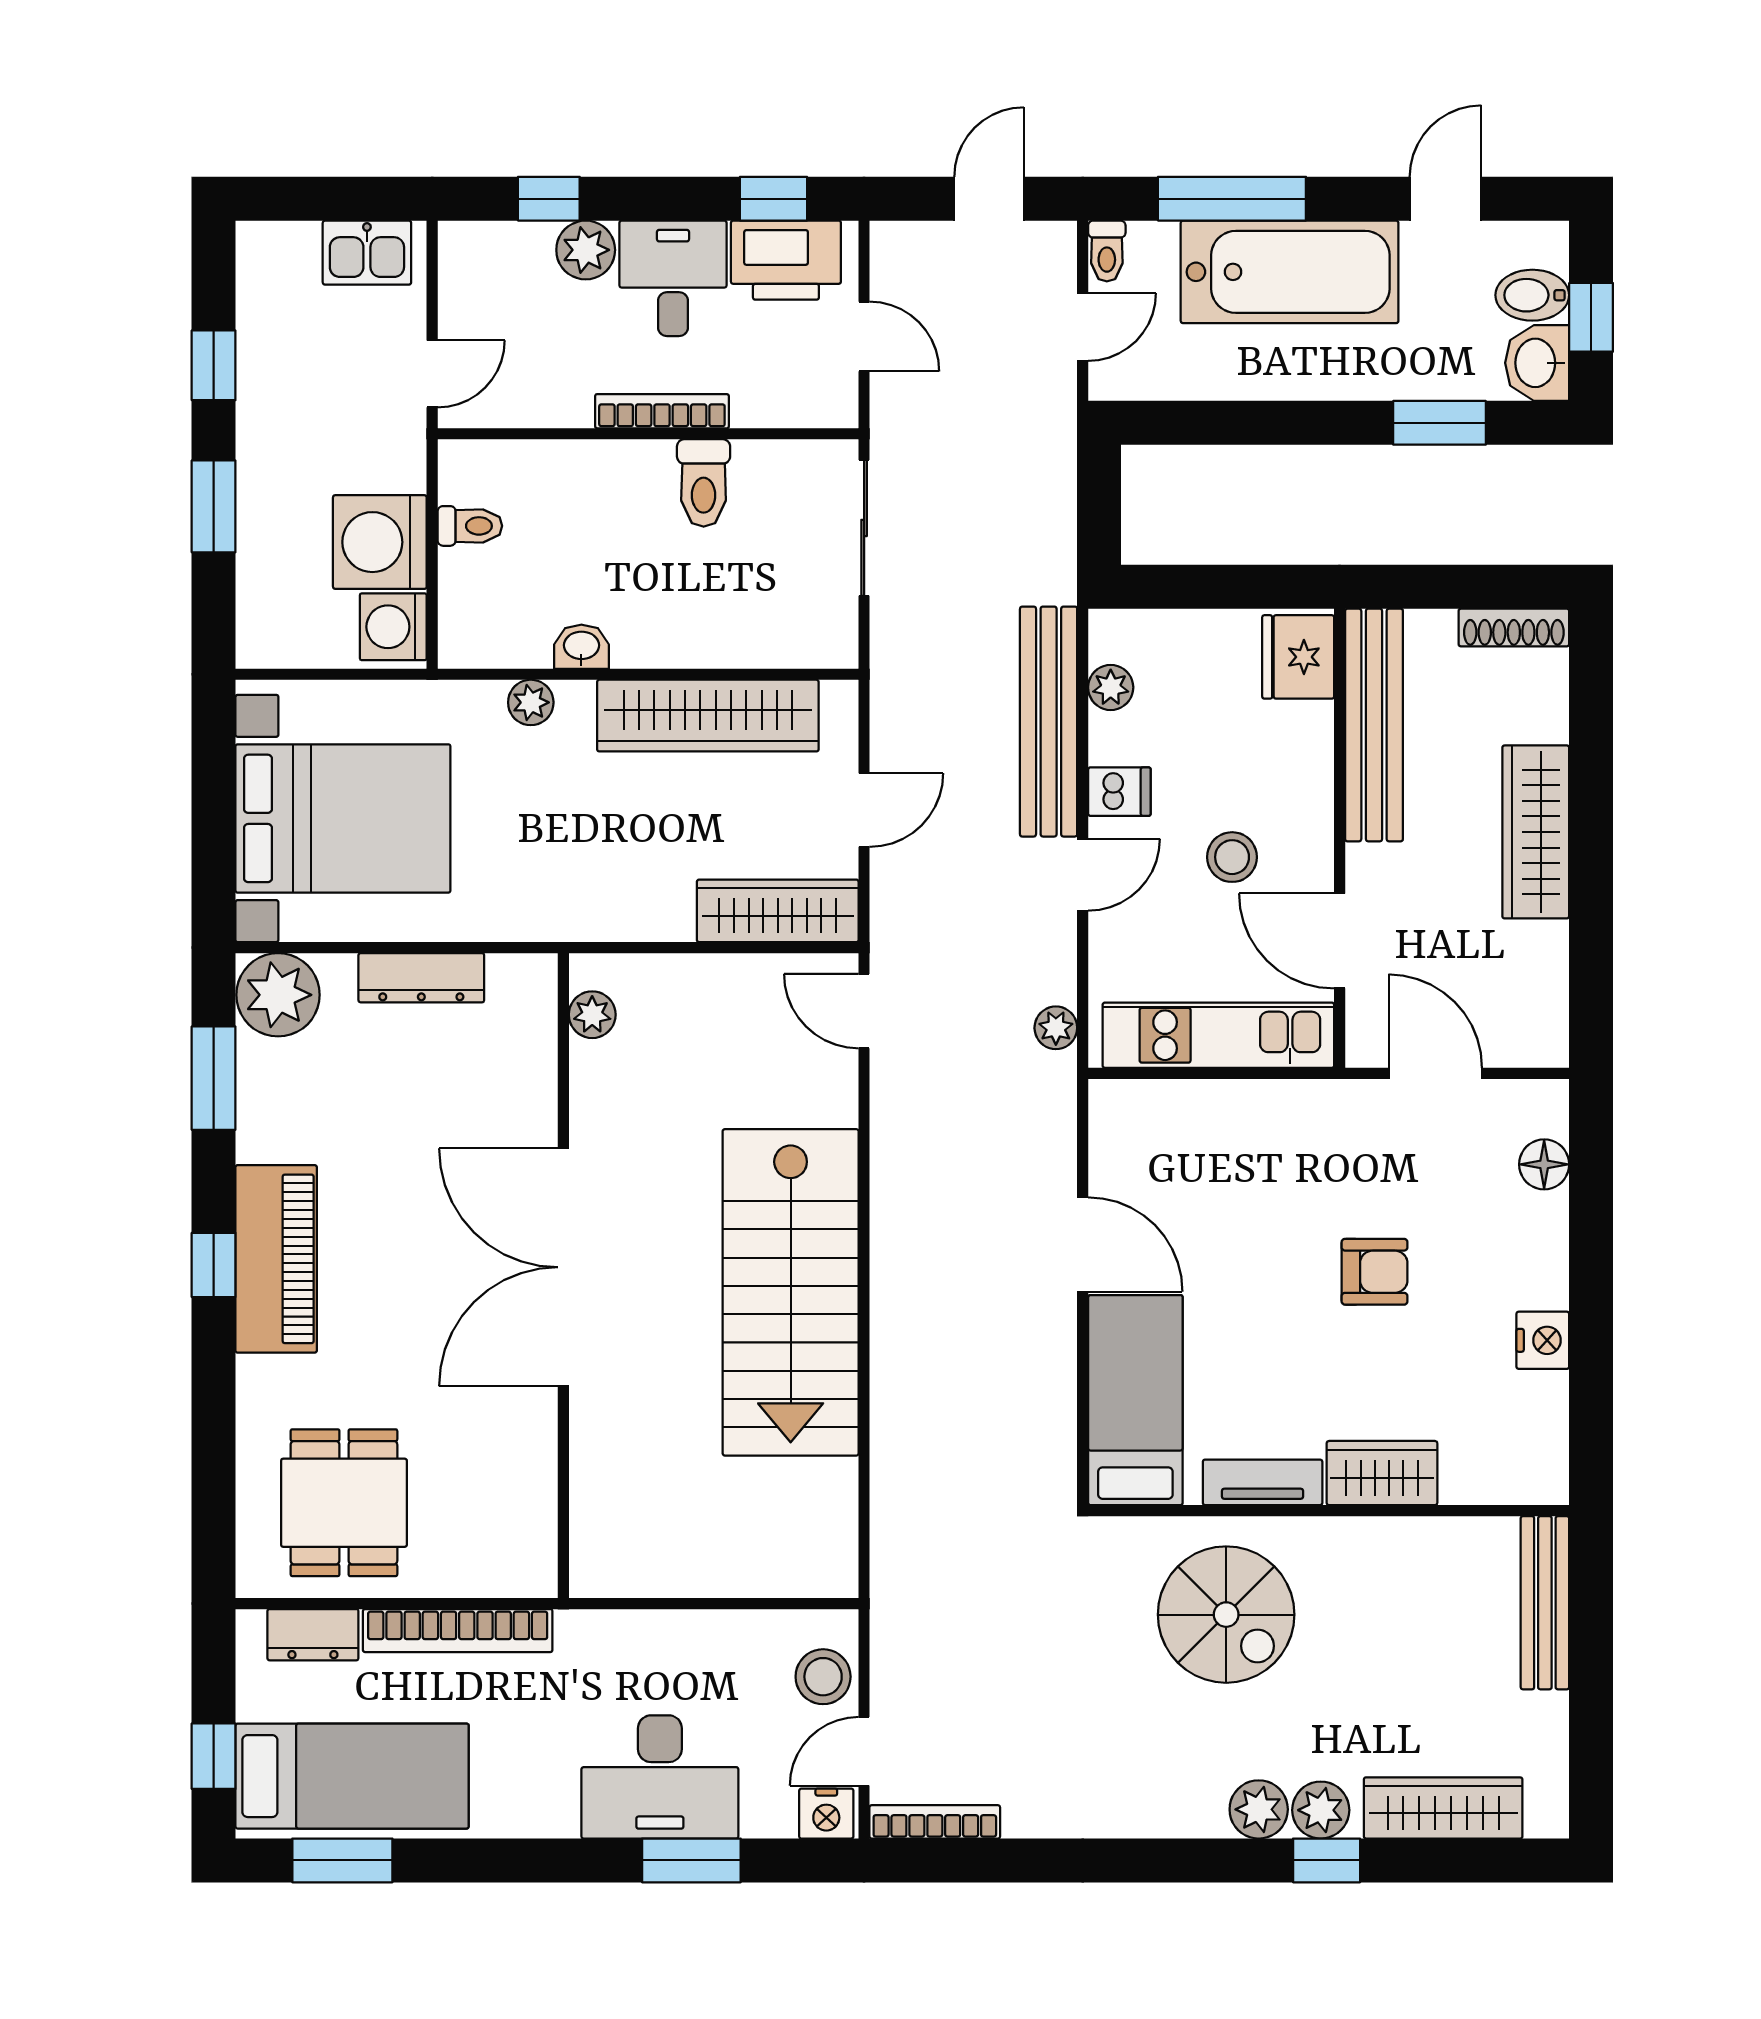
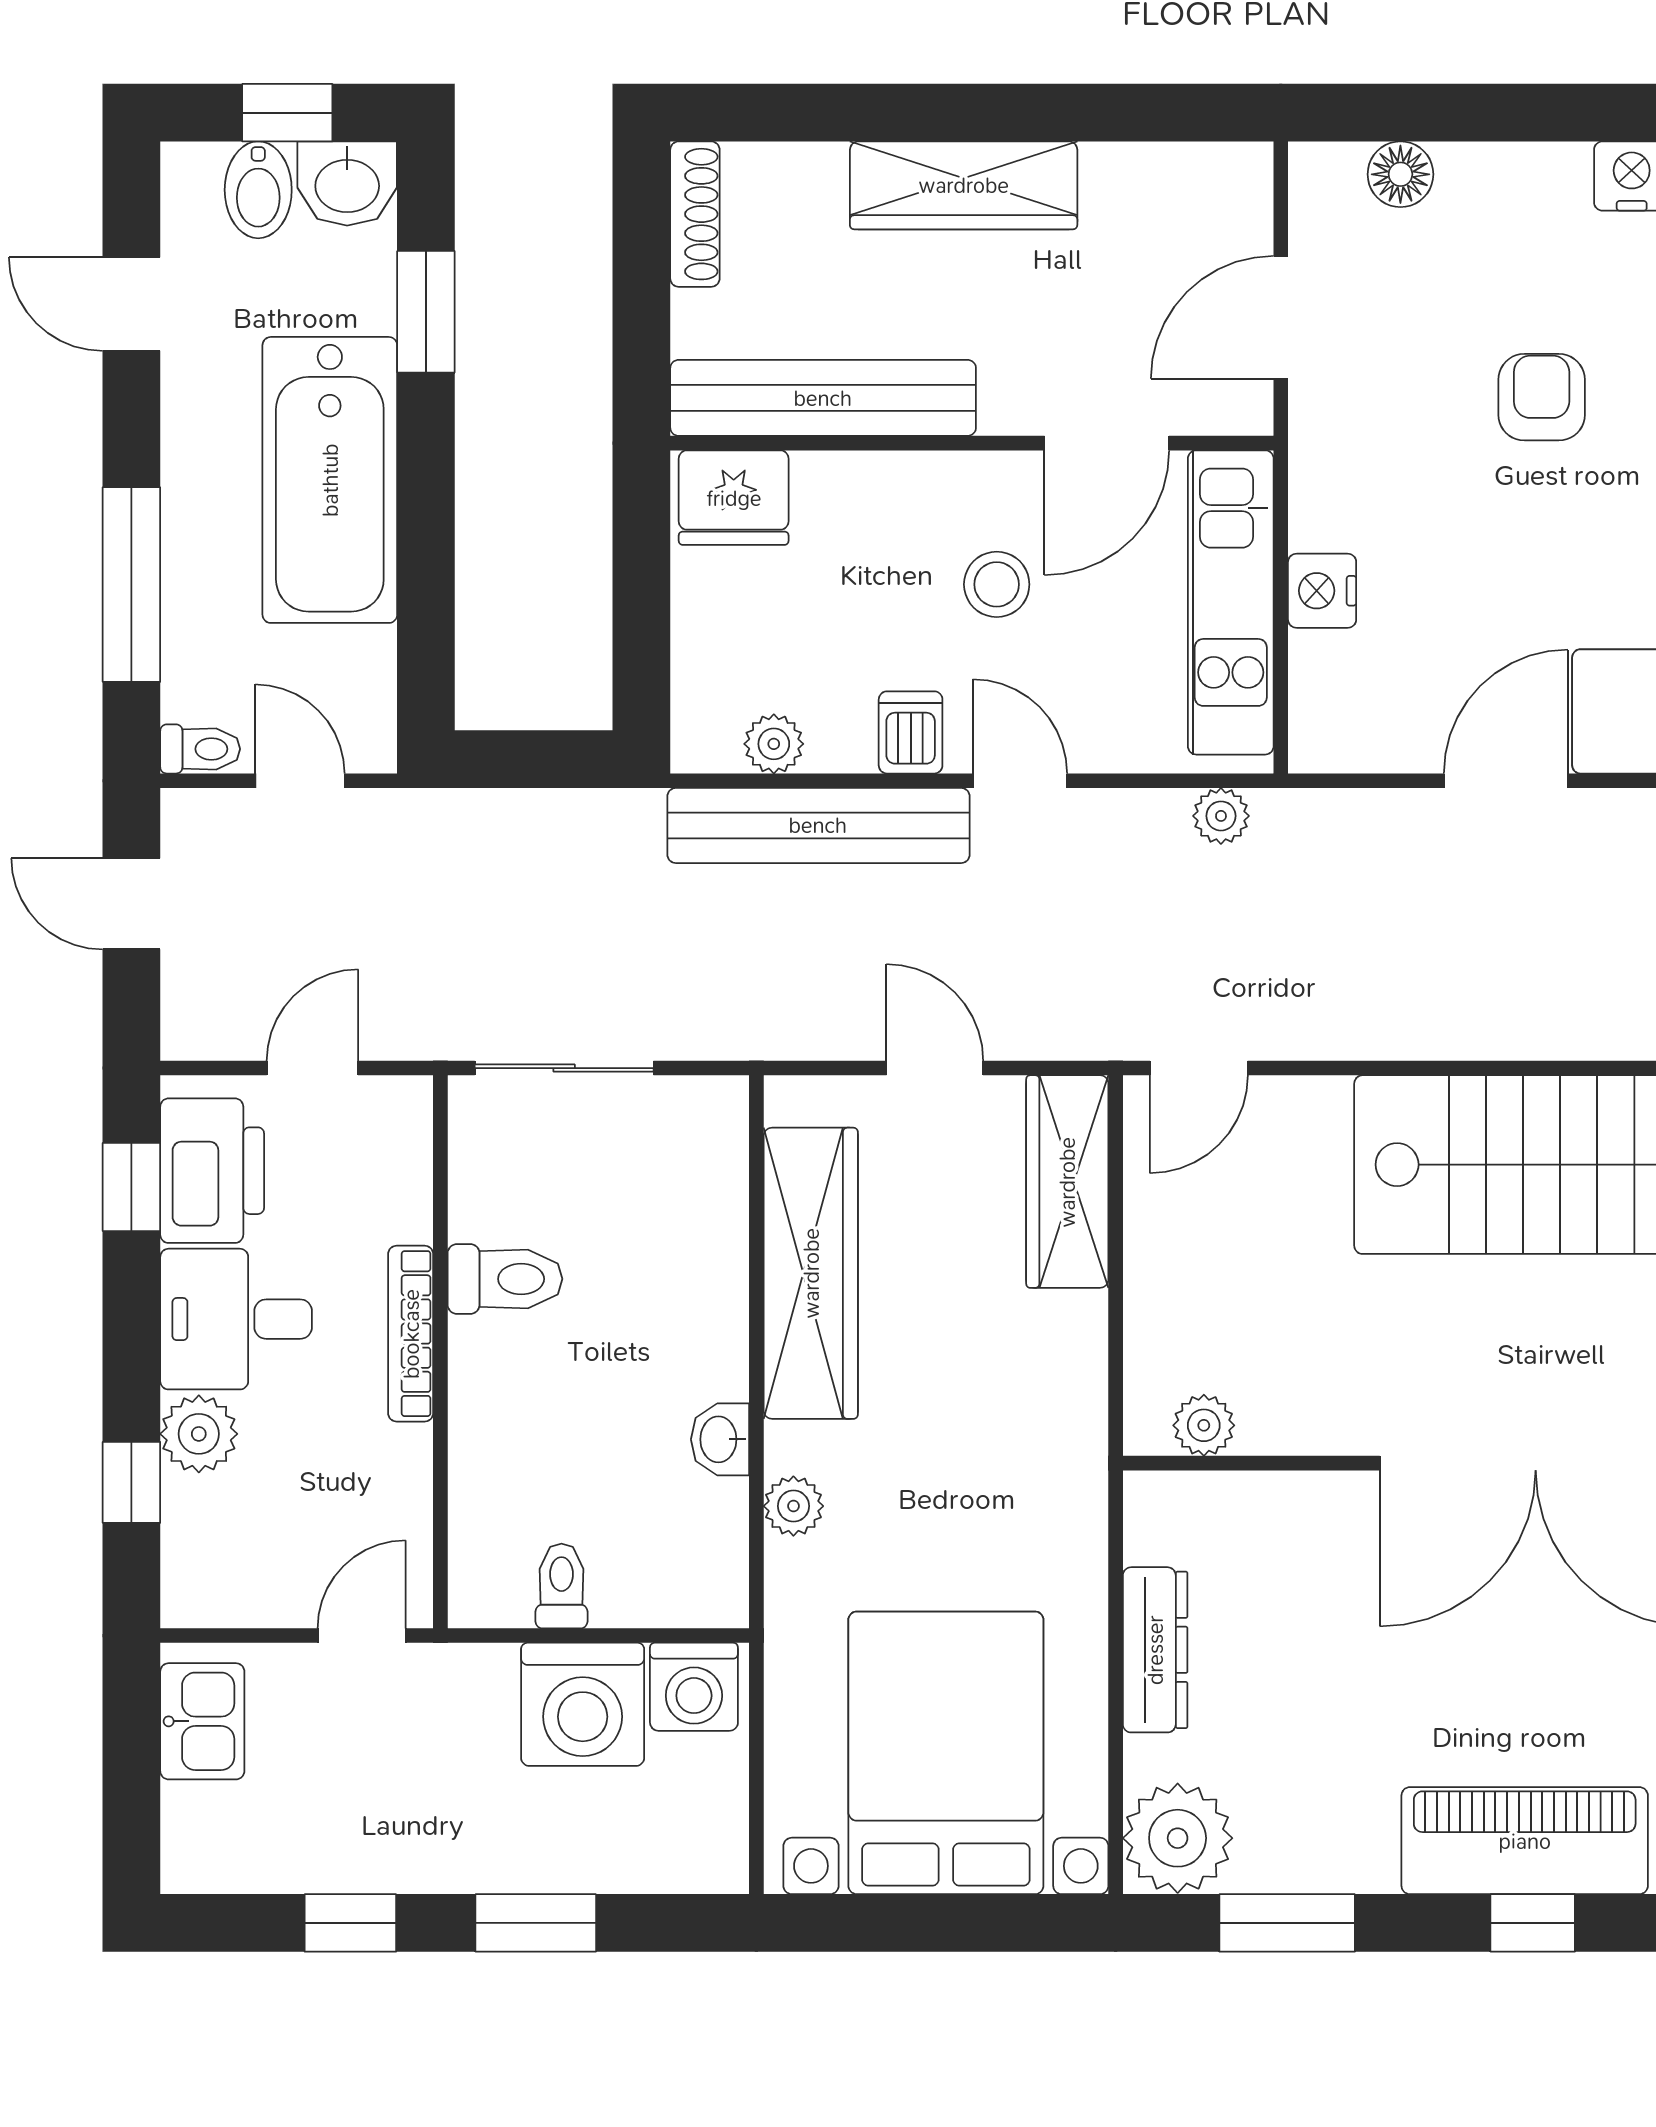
bathtub: (1290, 272) -> (330, 480), moved, turned 180
door: (432, 374) -> (362, 1636), hinge flipped
nightstand: (1227, 1105) -> (1322, 591), added

